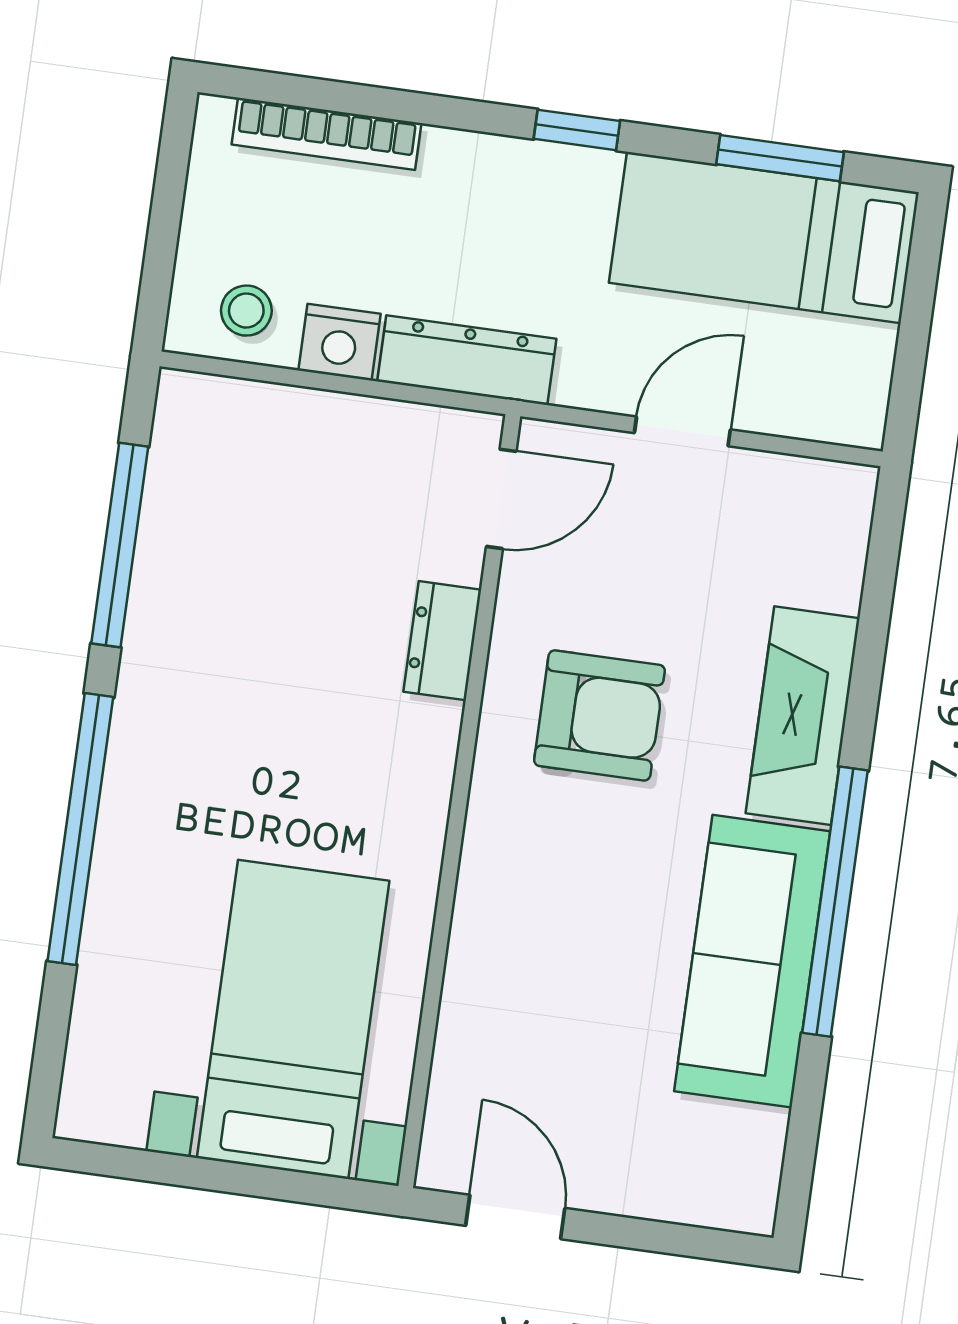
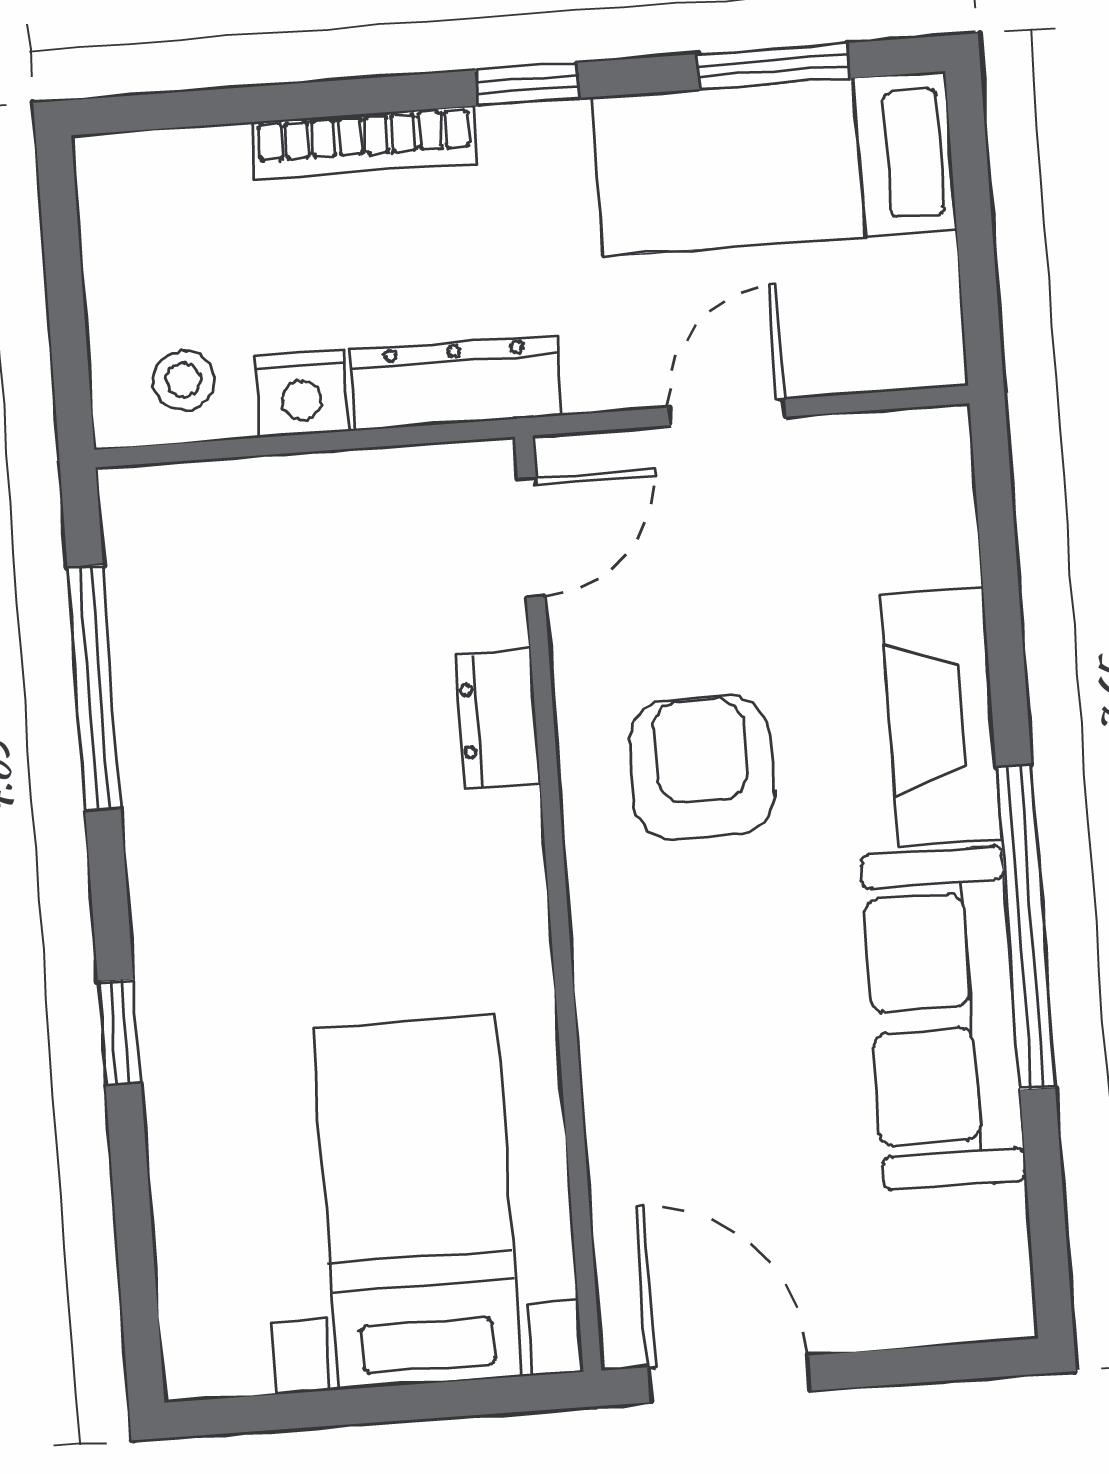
bookcase: (327, 134) -> (364, 142), moved
armchair: (599, 715) -> (702, 767), turned -90
window: (80, 829) -> (119, 1032), width x0.32
door: (515, 1217) -> (729, 1379), width x1.38

